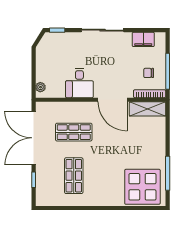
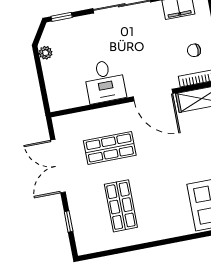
plant: (40, 87) -> (46, 53), moved
double door: (34, 138) -> (58, 166), width x0.73

